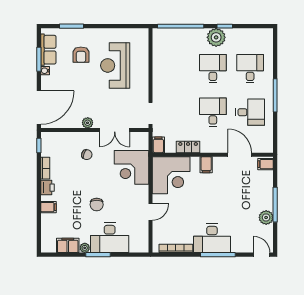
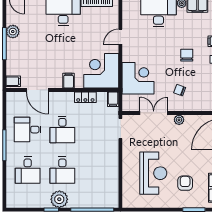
chair: (97, 205) -> (187, 55), moved

